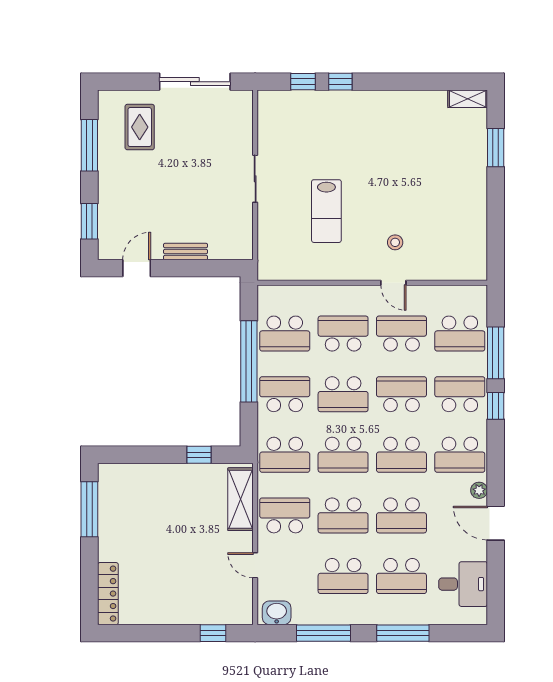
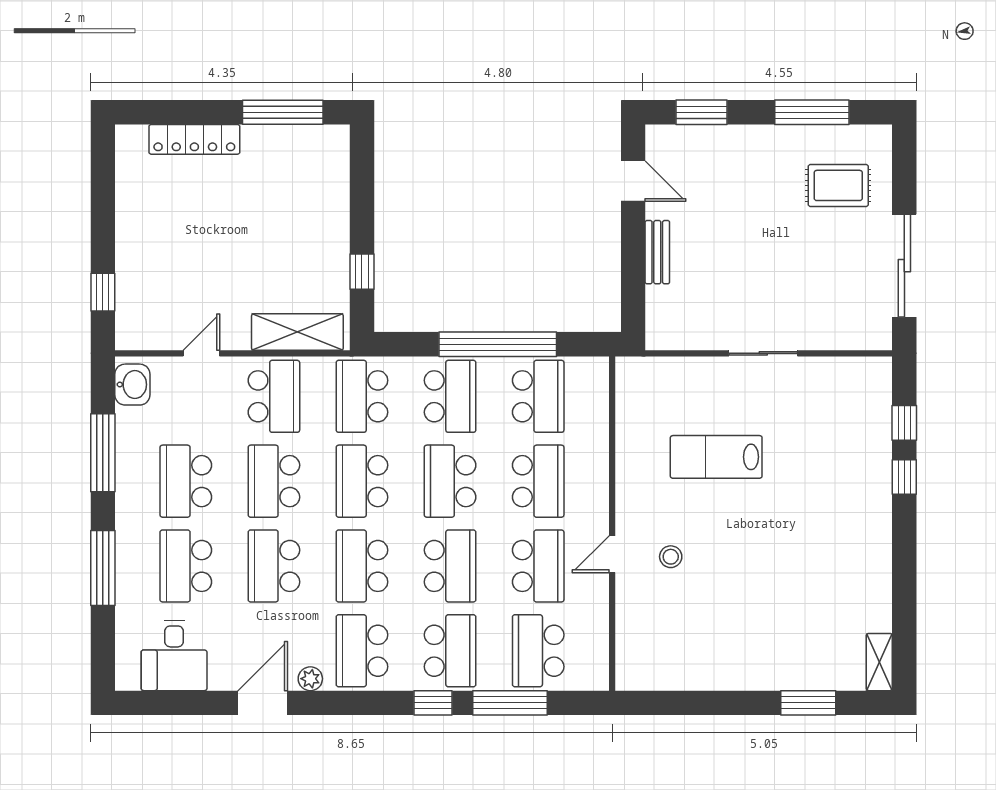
school desk: (285, 334) -> (538, 396), turned 180
locker: (108, 594) -> (194, 139), moved

